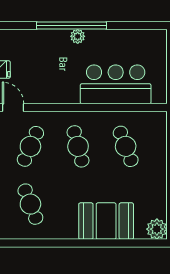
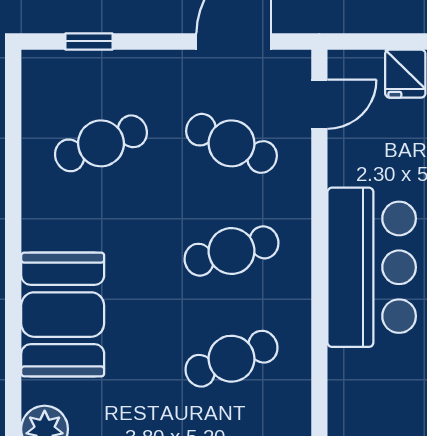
bar counter: (116, 84) -> (372, 267), moved

